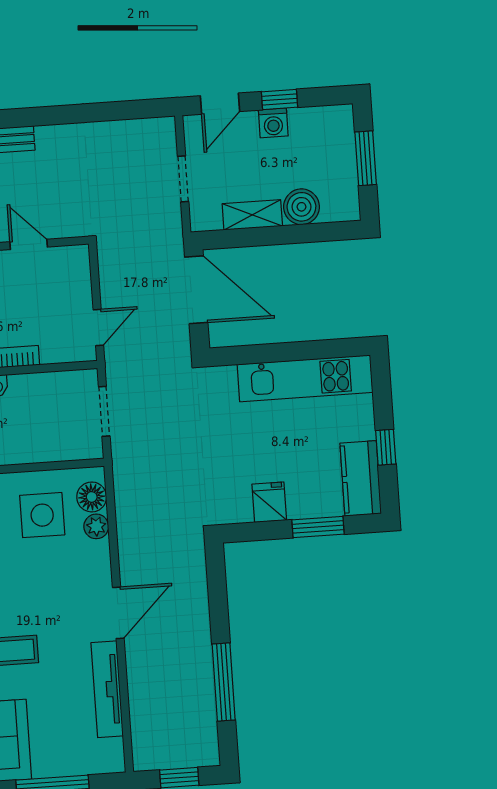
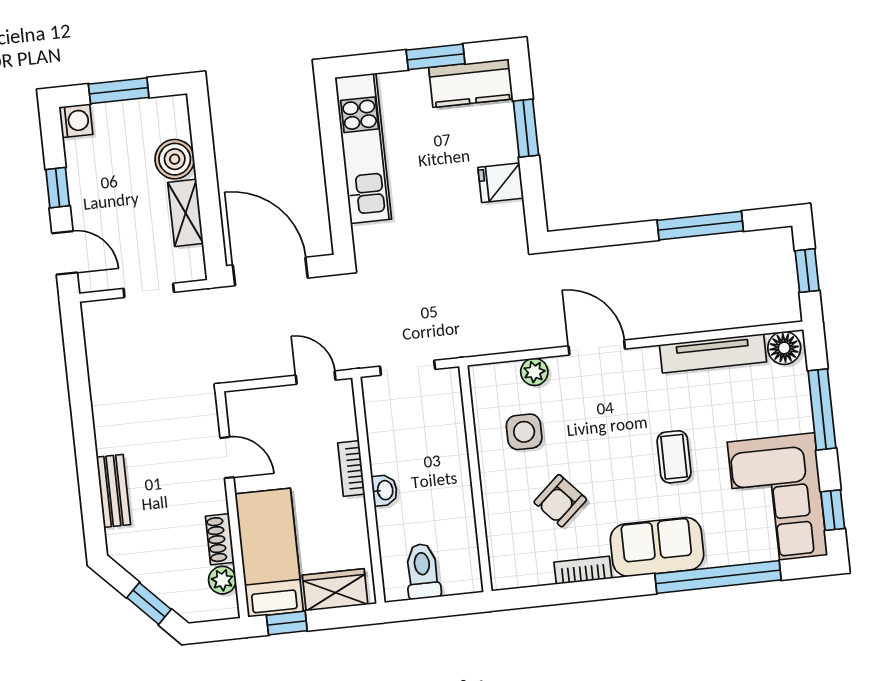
washing machine: (273, 123) -> (76, 121), moved
door: (29, 244) -> (227, 458), swing flipped
door: (196, 290) -> (270, 271), hinge flipped
window: (386, 447) -> (436, 57), width x1.50
floor lamp: (92, 497) -> (784, 348), moved
side table: (42, 515) -> (524, 432), width x0.73, depth x0.73
door: (118, 613) -> (597, 348), moved

